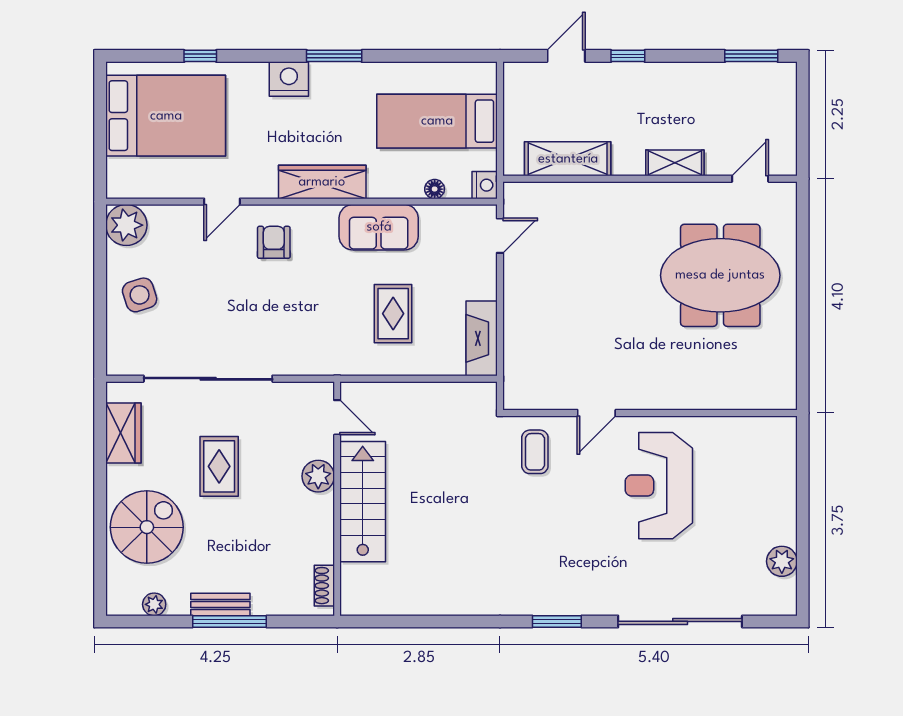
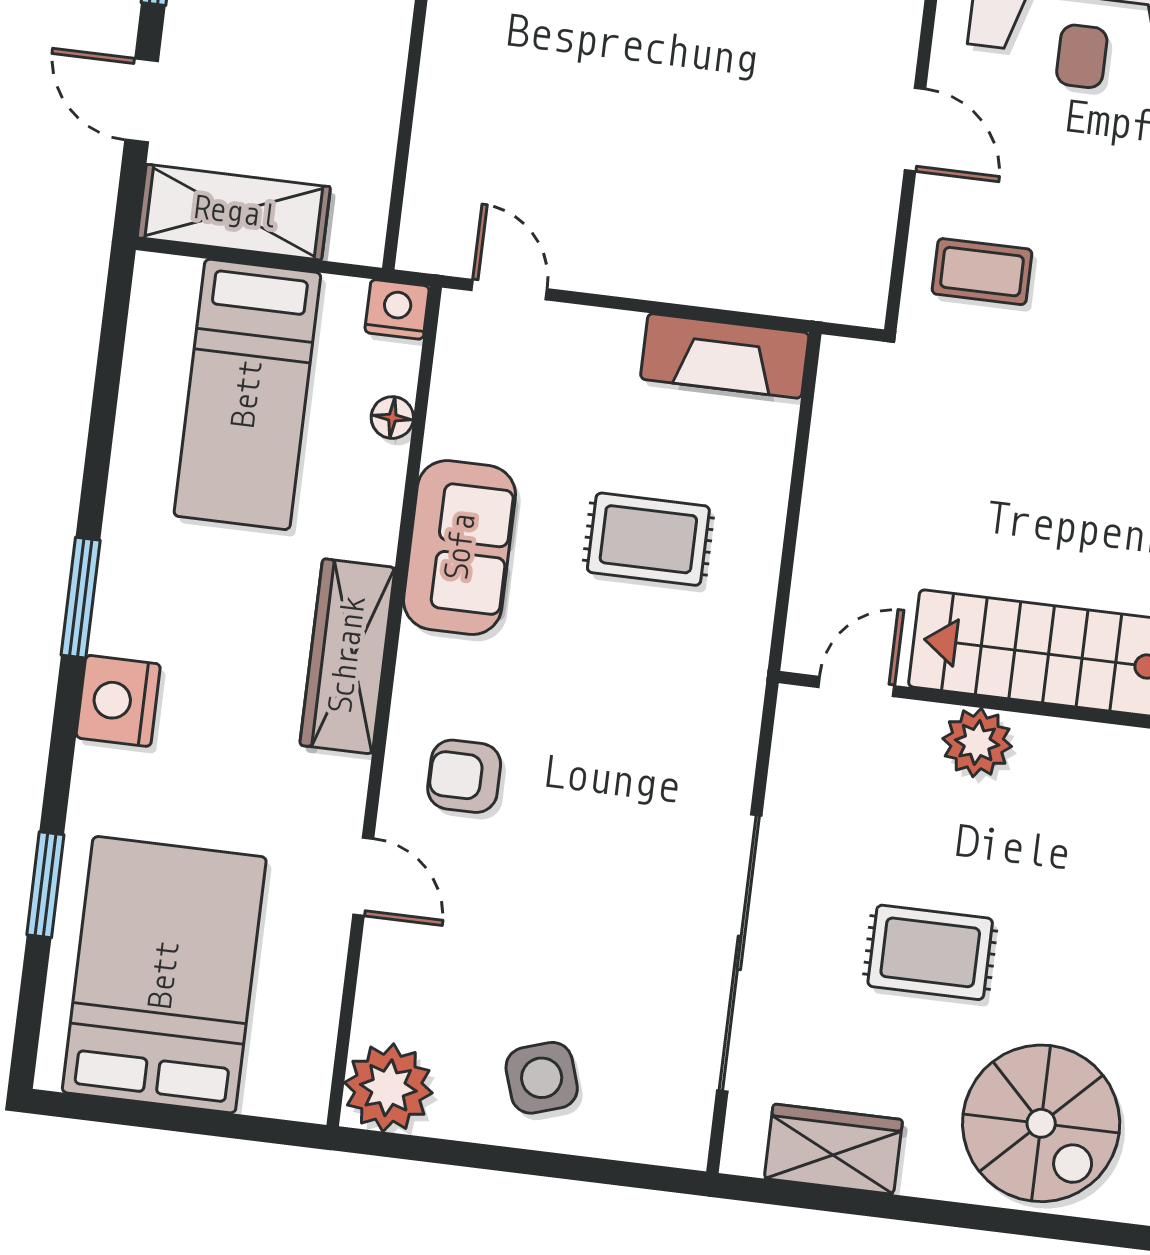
window: (200, 56) -> (45, 885), width x1.50
shelving: (568, 159) -> (234, 212), moved, turned 90
spiral stairs: (147, 527) -> (1041, 1123), turned 180

